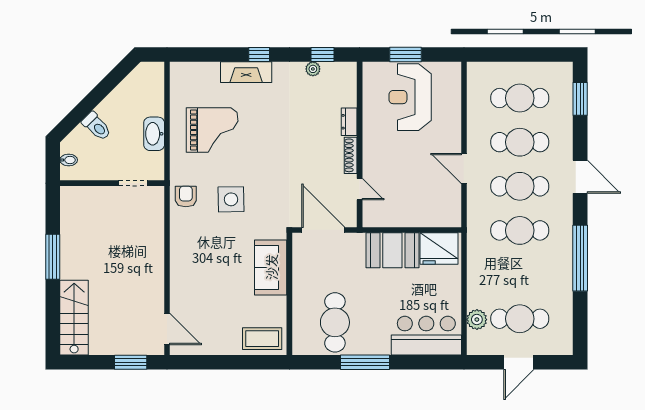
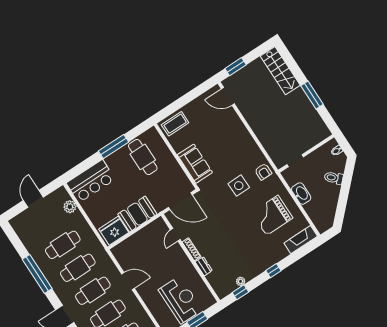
fireplace: (246, 72) -> (301, 240), moved
door: (360, 189) -> (175, 235), hinge flipped
cafe table: (520, 319) -> (63, 245), moved

